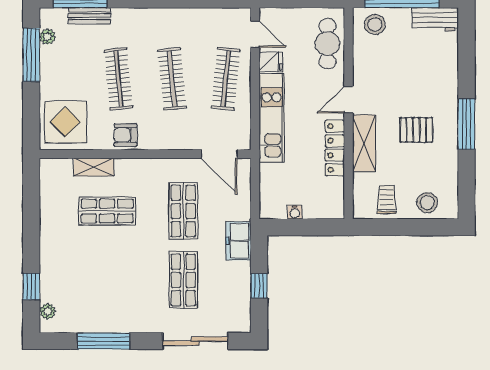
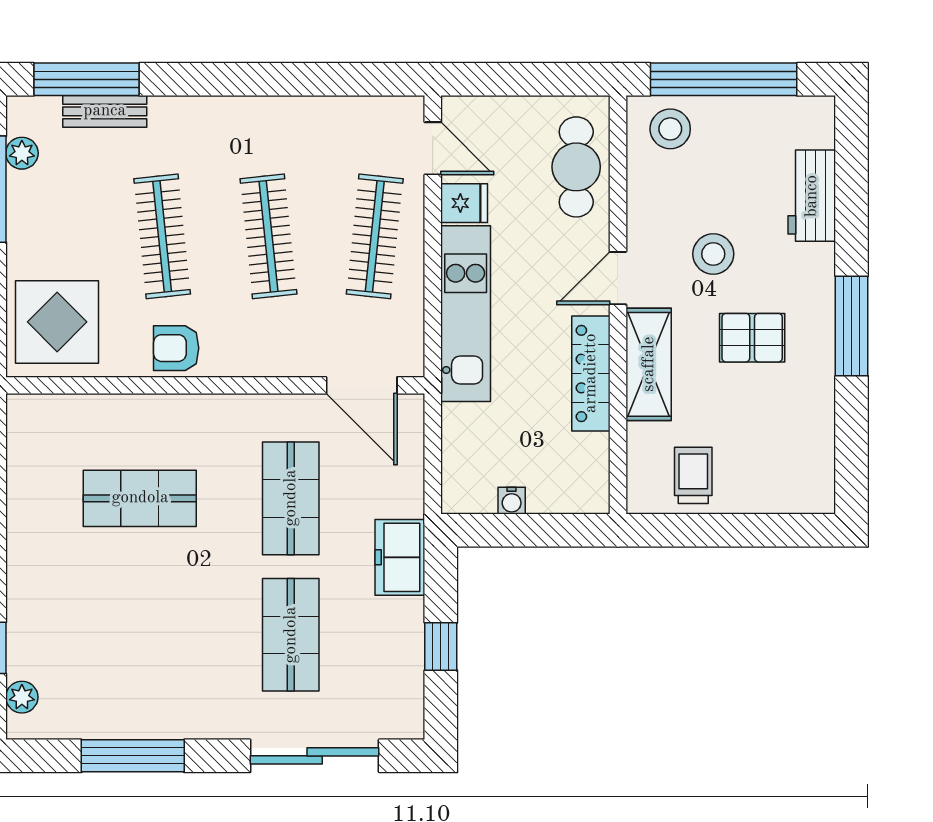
workbench: (435, 19) -> (812, 196), moved, turned 90
shelving: (94, 167) -> (114, 411), removed
stool: (427, 203) -> (713, 254), moved

